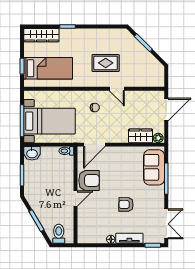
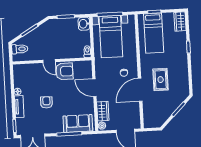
wardrobe: (41, 35) -> (180, 21), width x0.67
door: (117, 89) -> (140, 90), width x1.88
door: (94, 145) -> (94, 88), moved
armchair: (89, 180) -> (64, 71), turned -90

